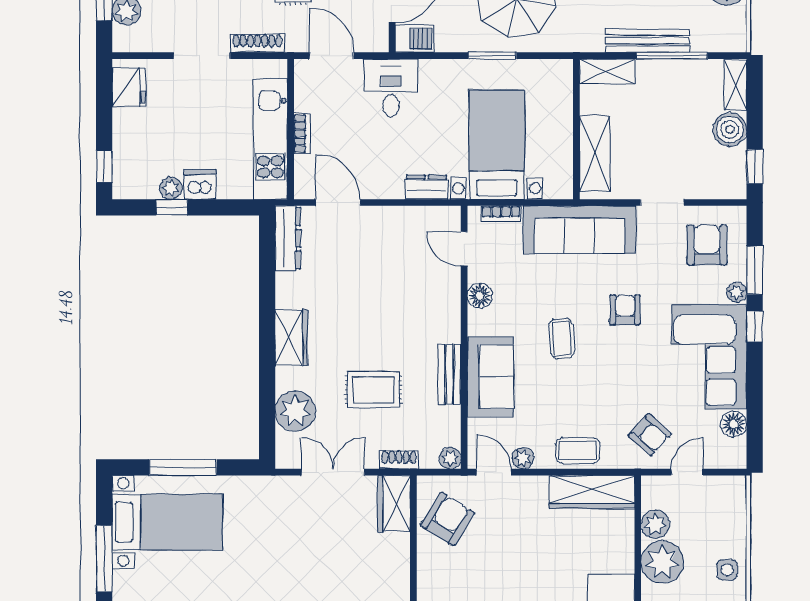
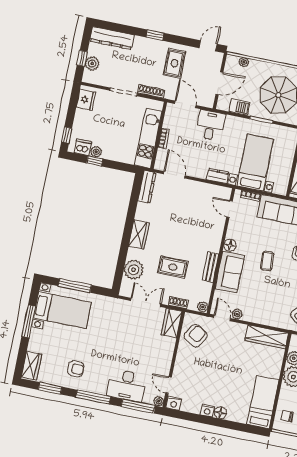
barbecue: (415, 39) -> (239, 107), moved
dishwasher: (200, 185) -> (83, 147), moved
floor lamp: (480, 296) -> (230, 245), moved
coffee table: (578, 451) -> (264, 316), removed

